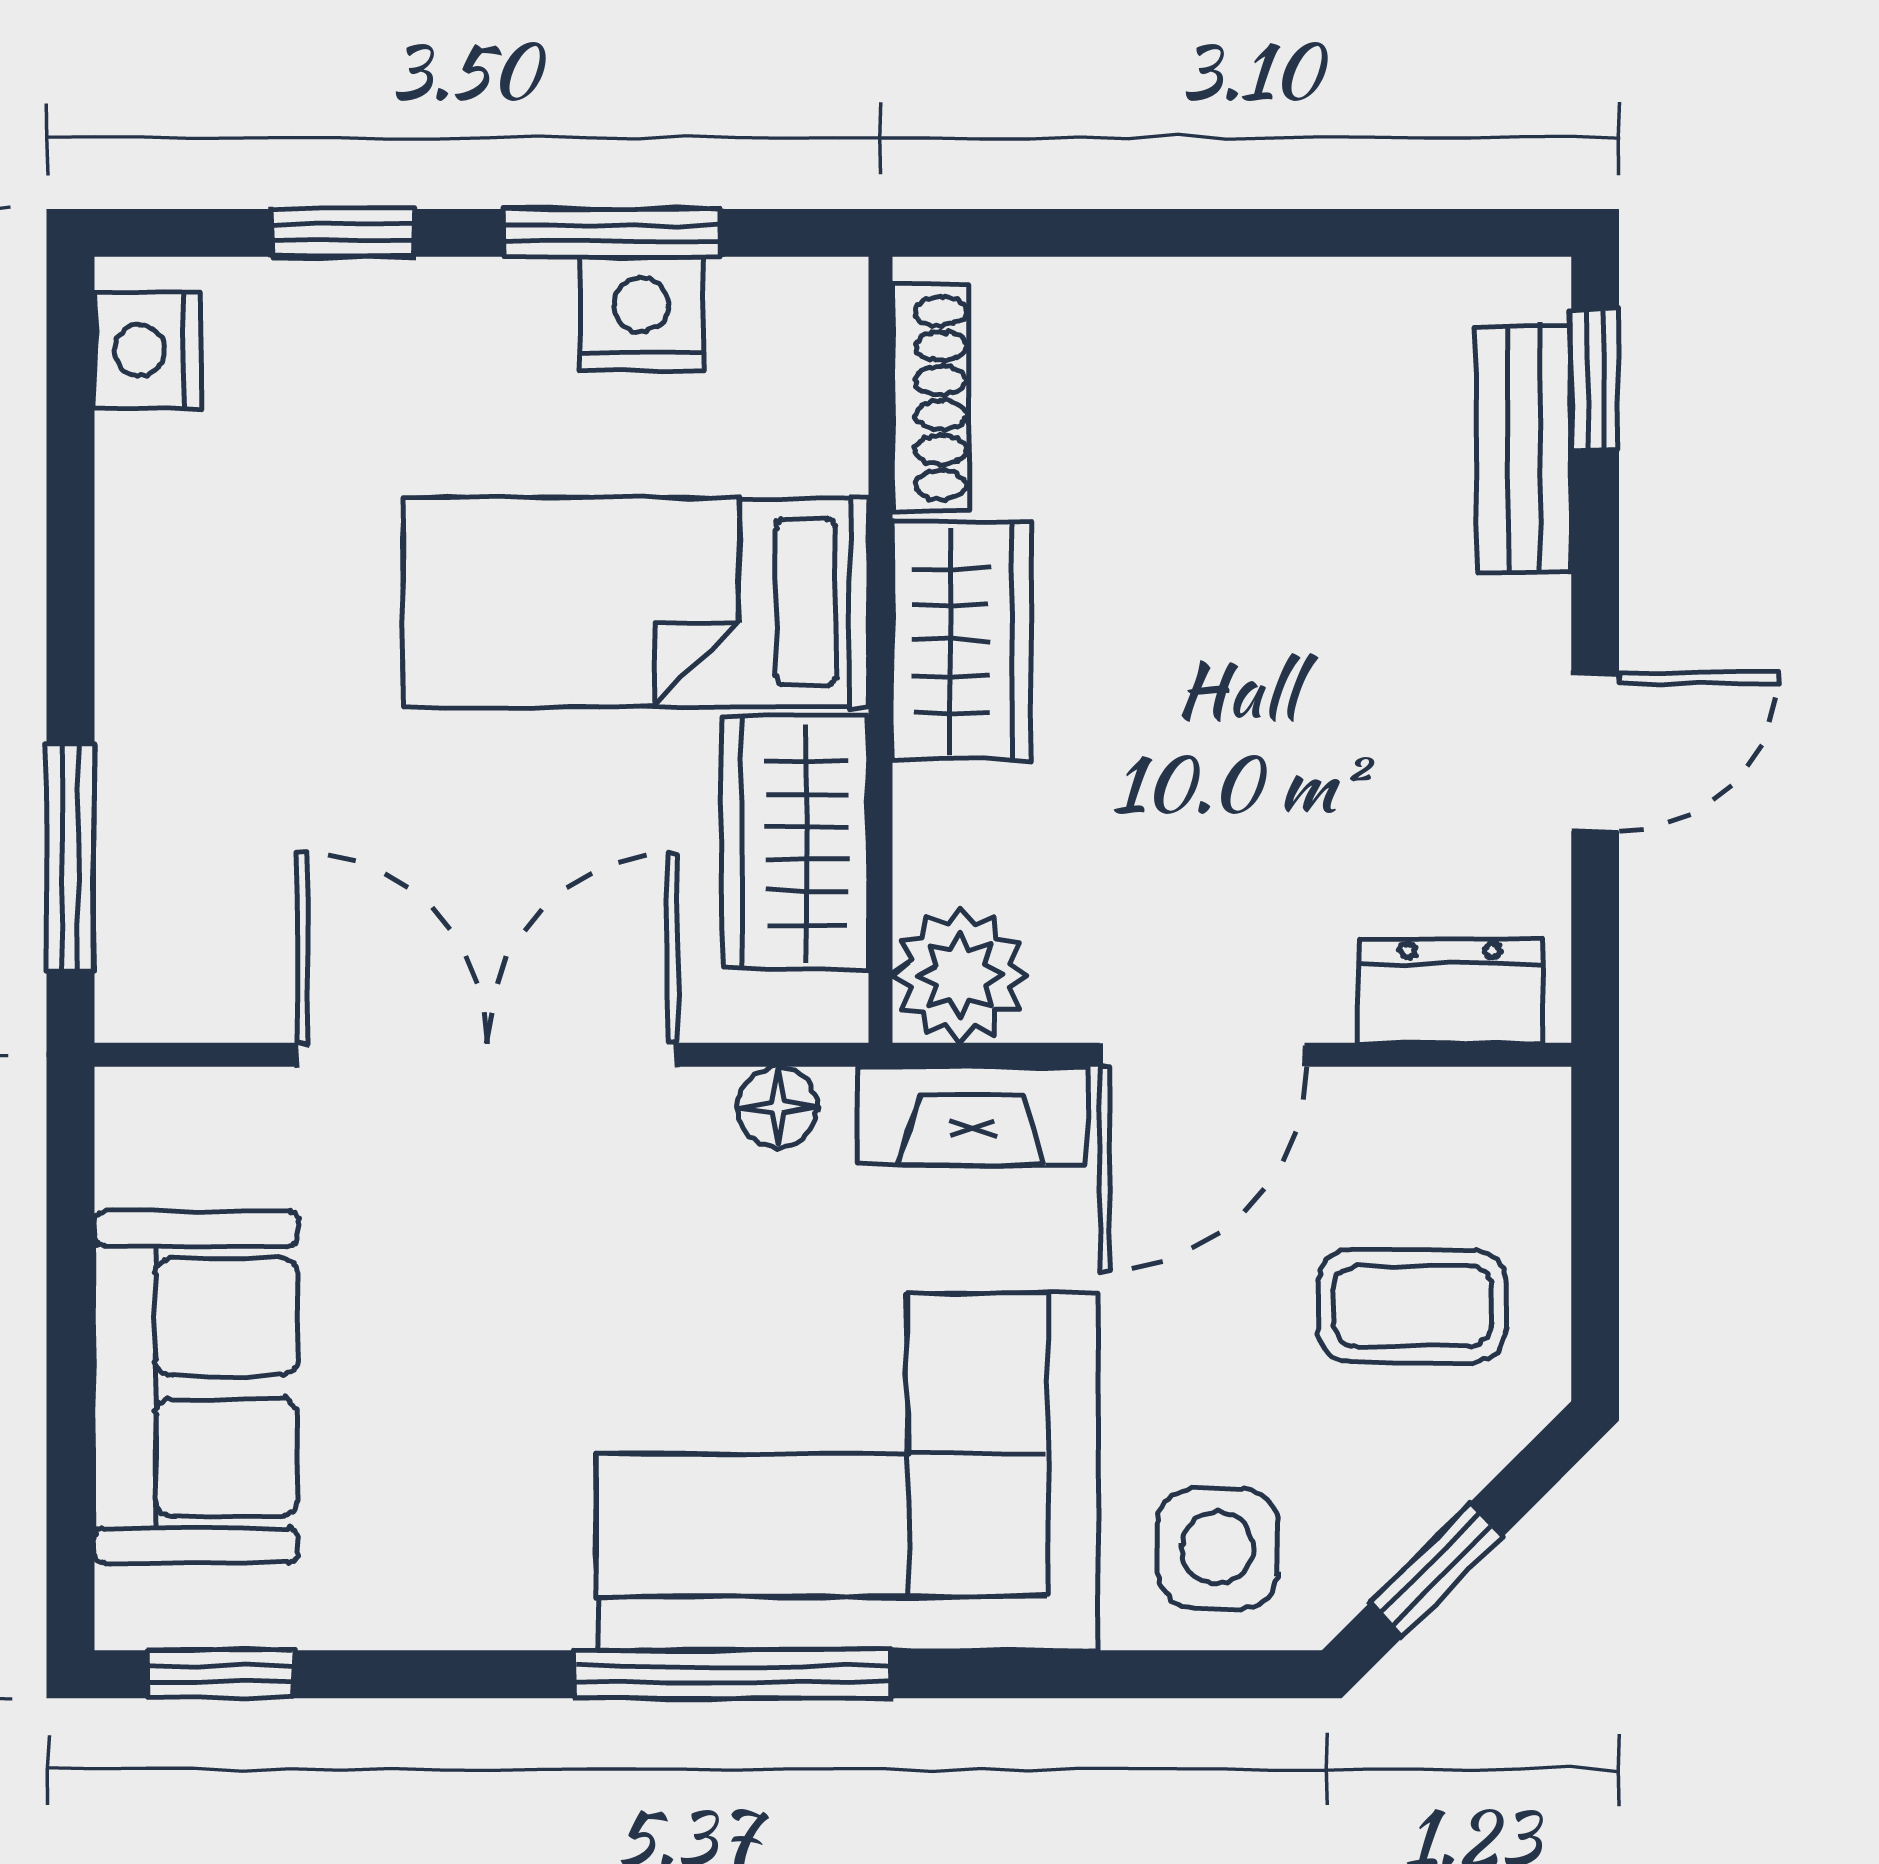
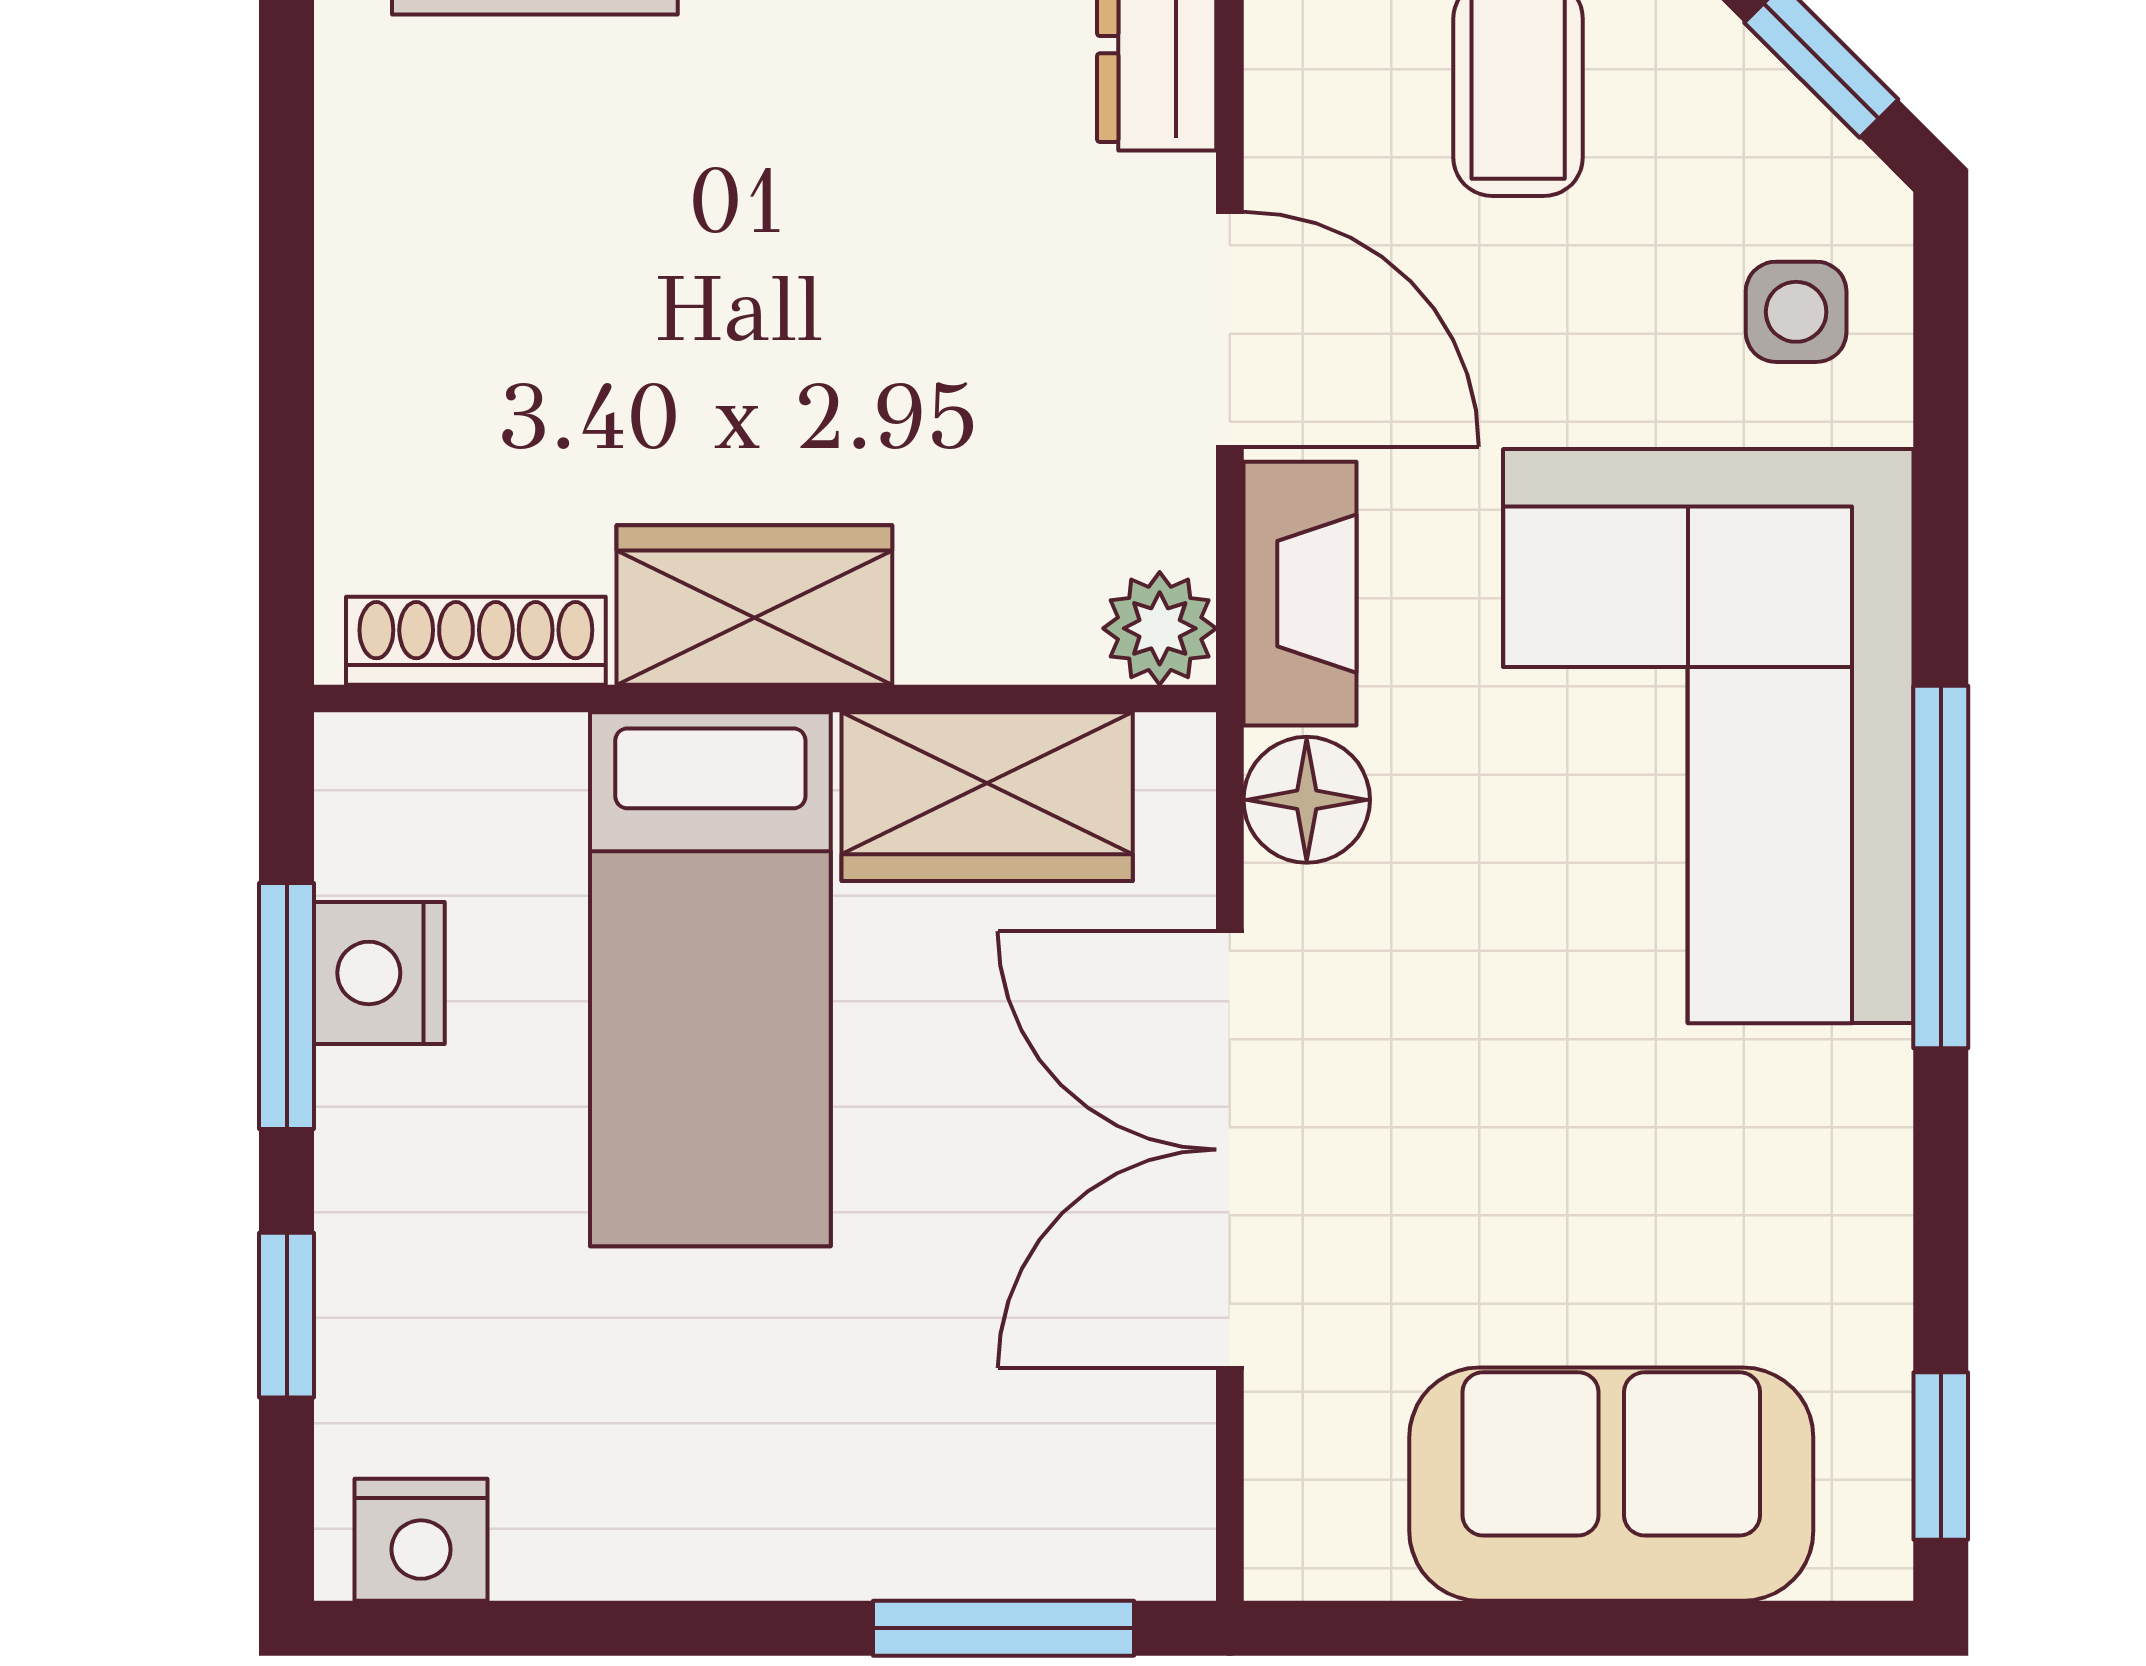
plant: (960, 975) -> (1160, 628), width x0.73, depth x0.73
floor lamp: (777, 1107) -> (1307, 800), width x1.37, depth x1.37
side table: (1217, 1548) -> (1796, 312), width x0.73, depth x0.73

